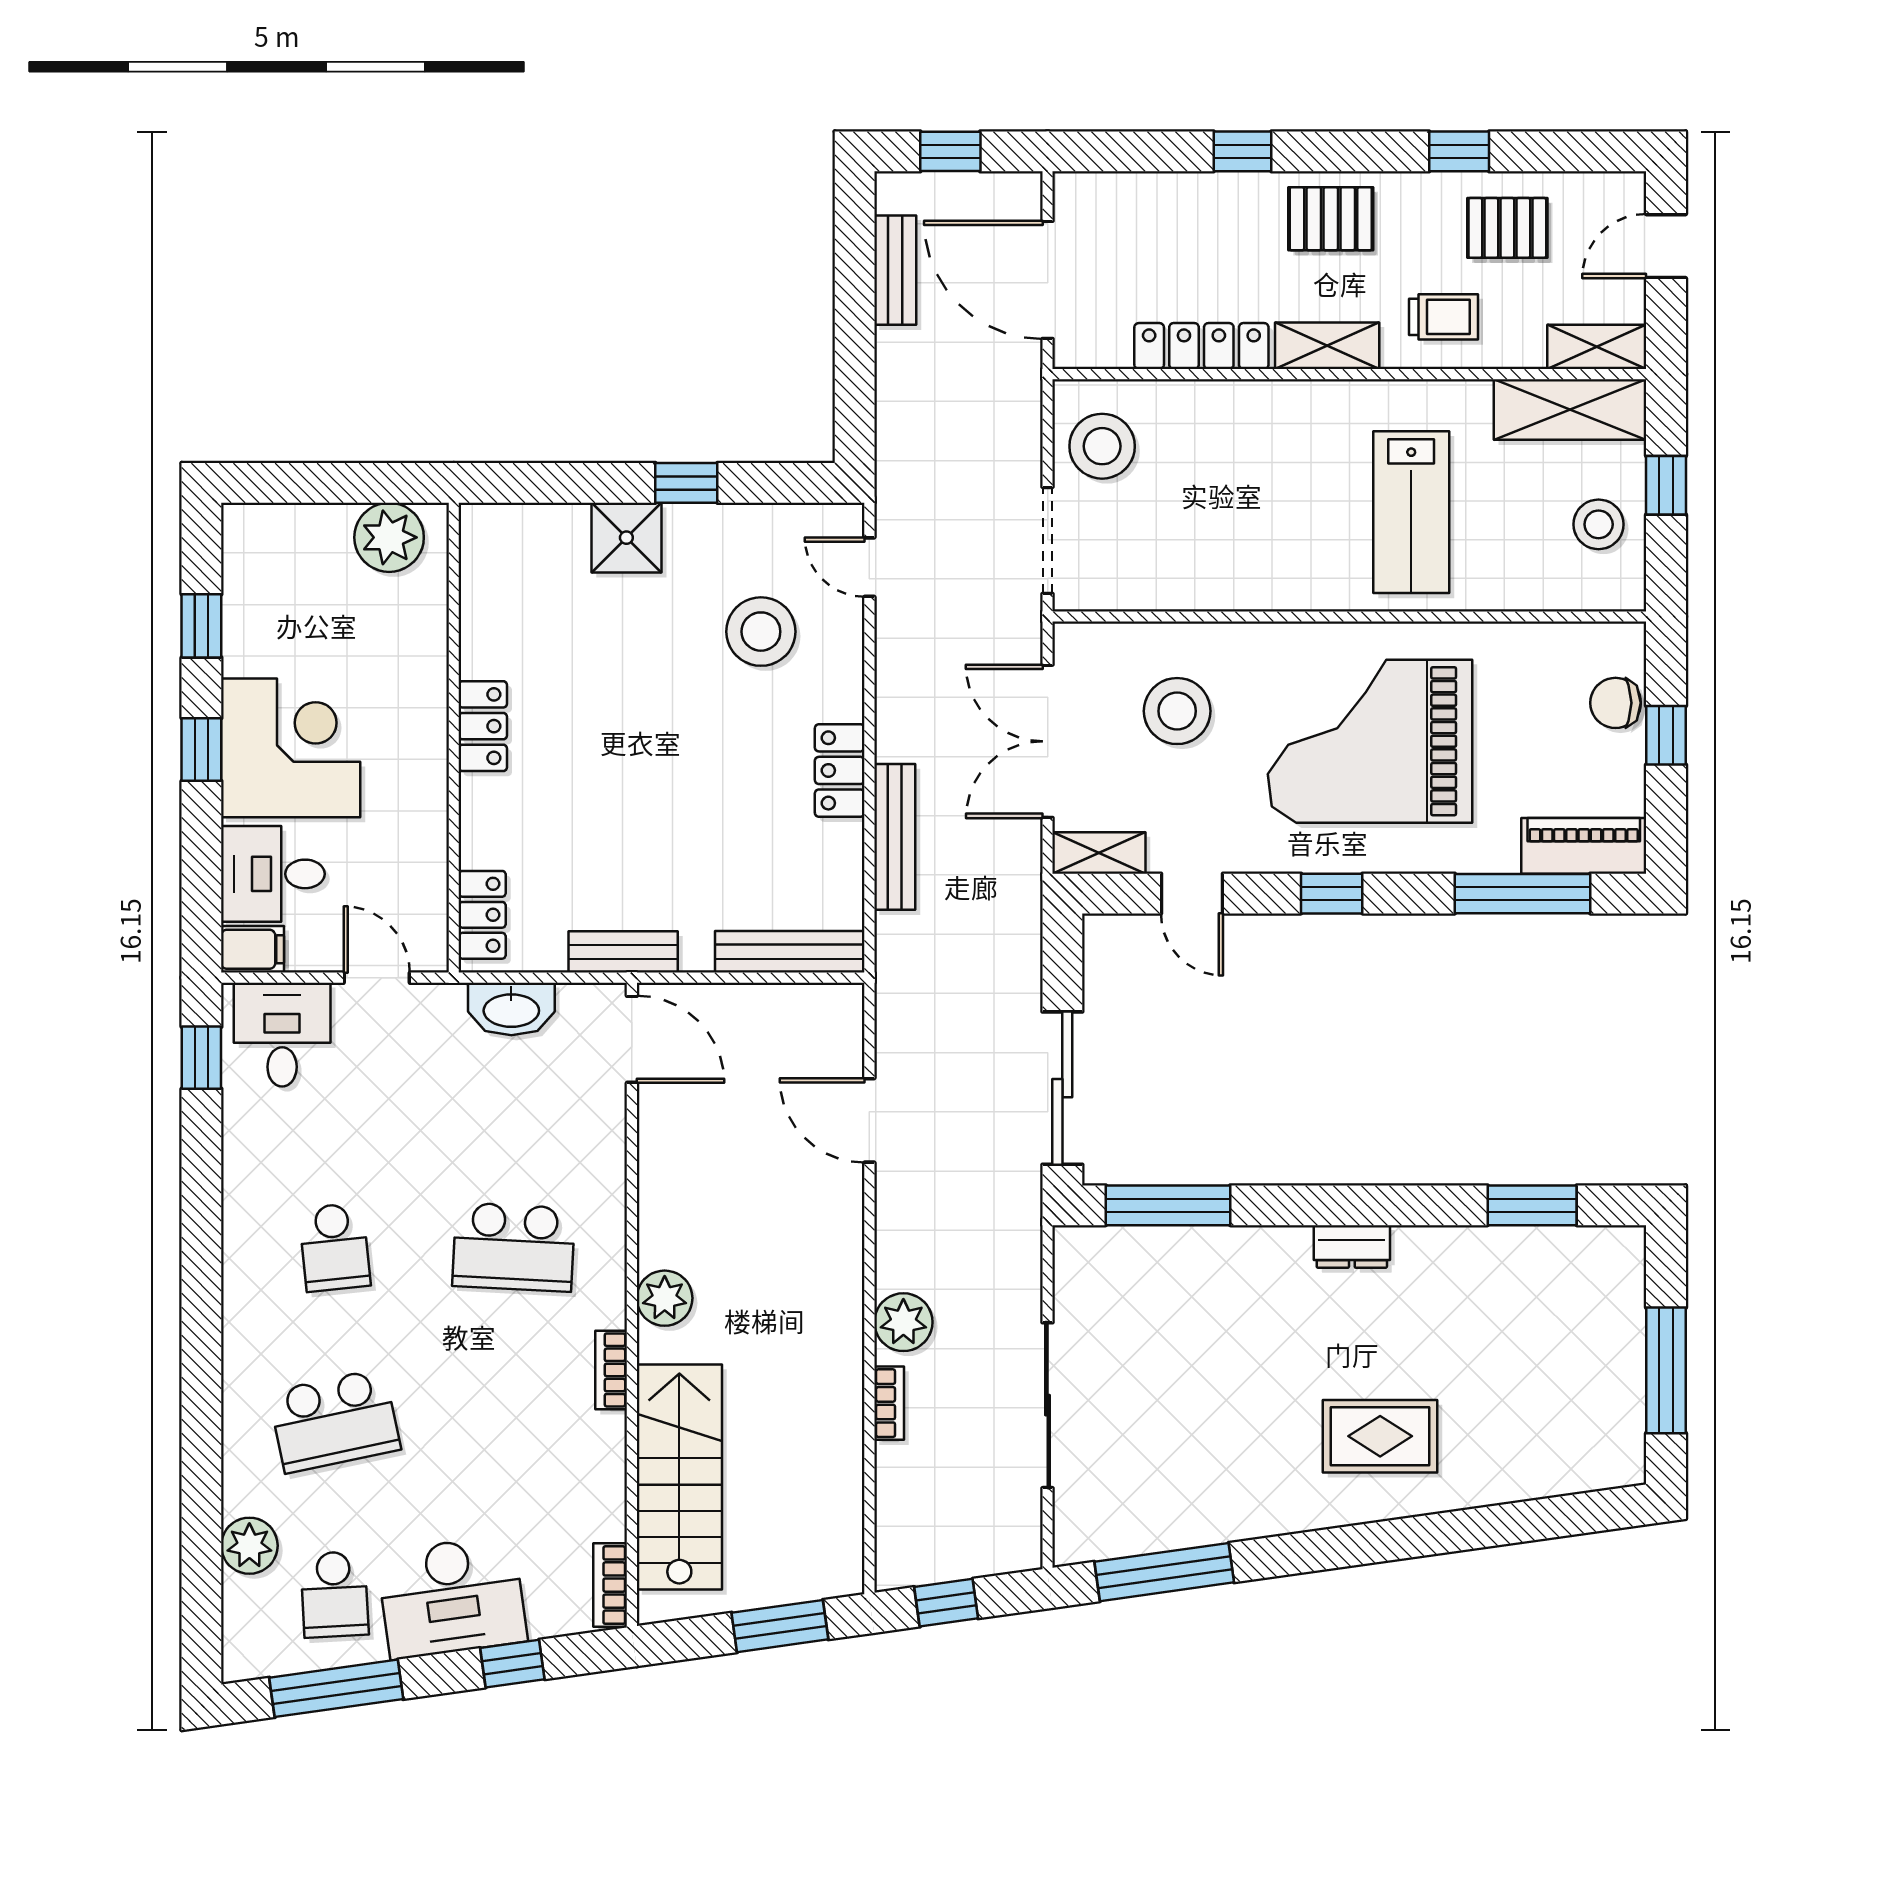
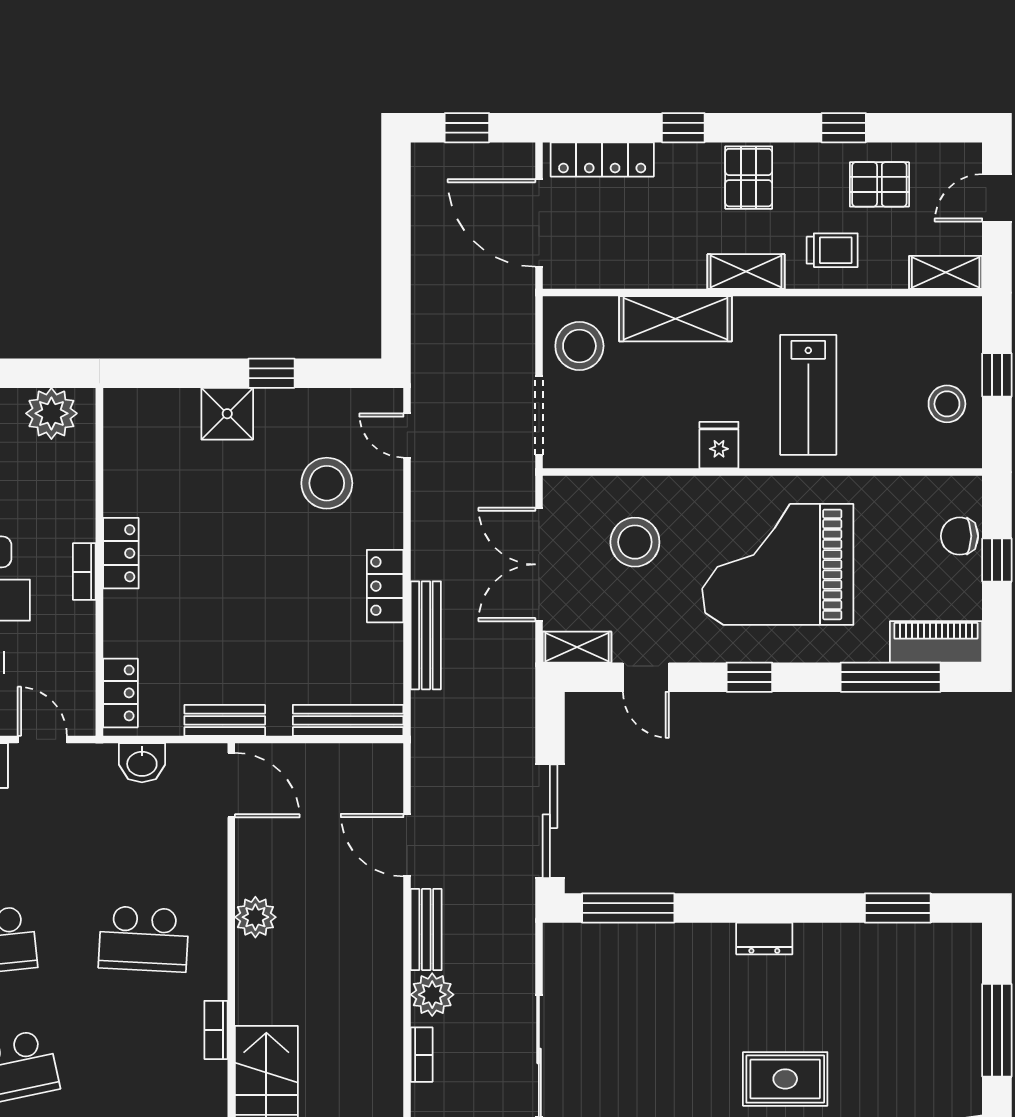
pallet: (1331, 219) -> (749, 178), turned 90
bench: (895, 270) -> (426, 930), moved
locker: (1201, 346) -> (602, 159), moved, turned 180
shelving: (1570, 409) -> (676, 319), moved
fridge: (1291, 580) -> (719, 445), added
bookcase: (433, 751) -> (84, 572), added
washbasin: (511, 1009) -> (142, 763), width x0.72
plant: (665, 1298) -> (255, 917), moved

